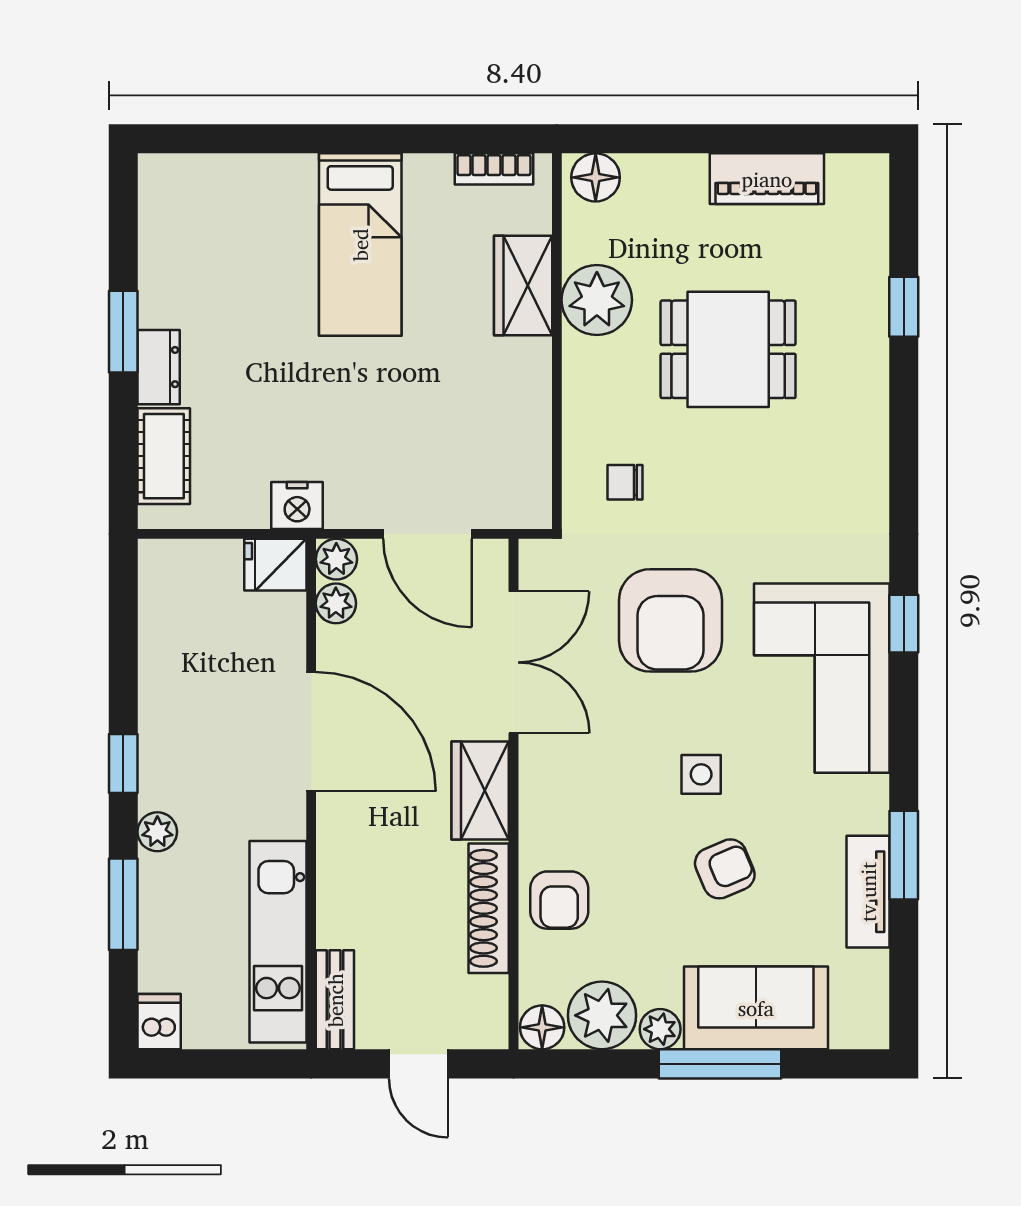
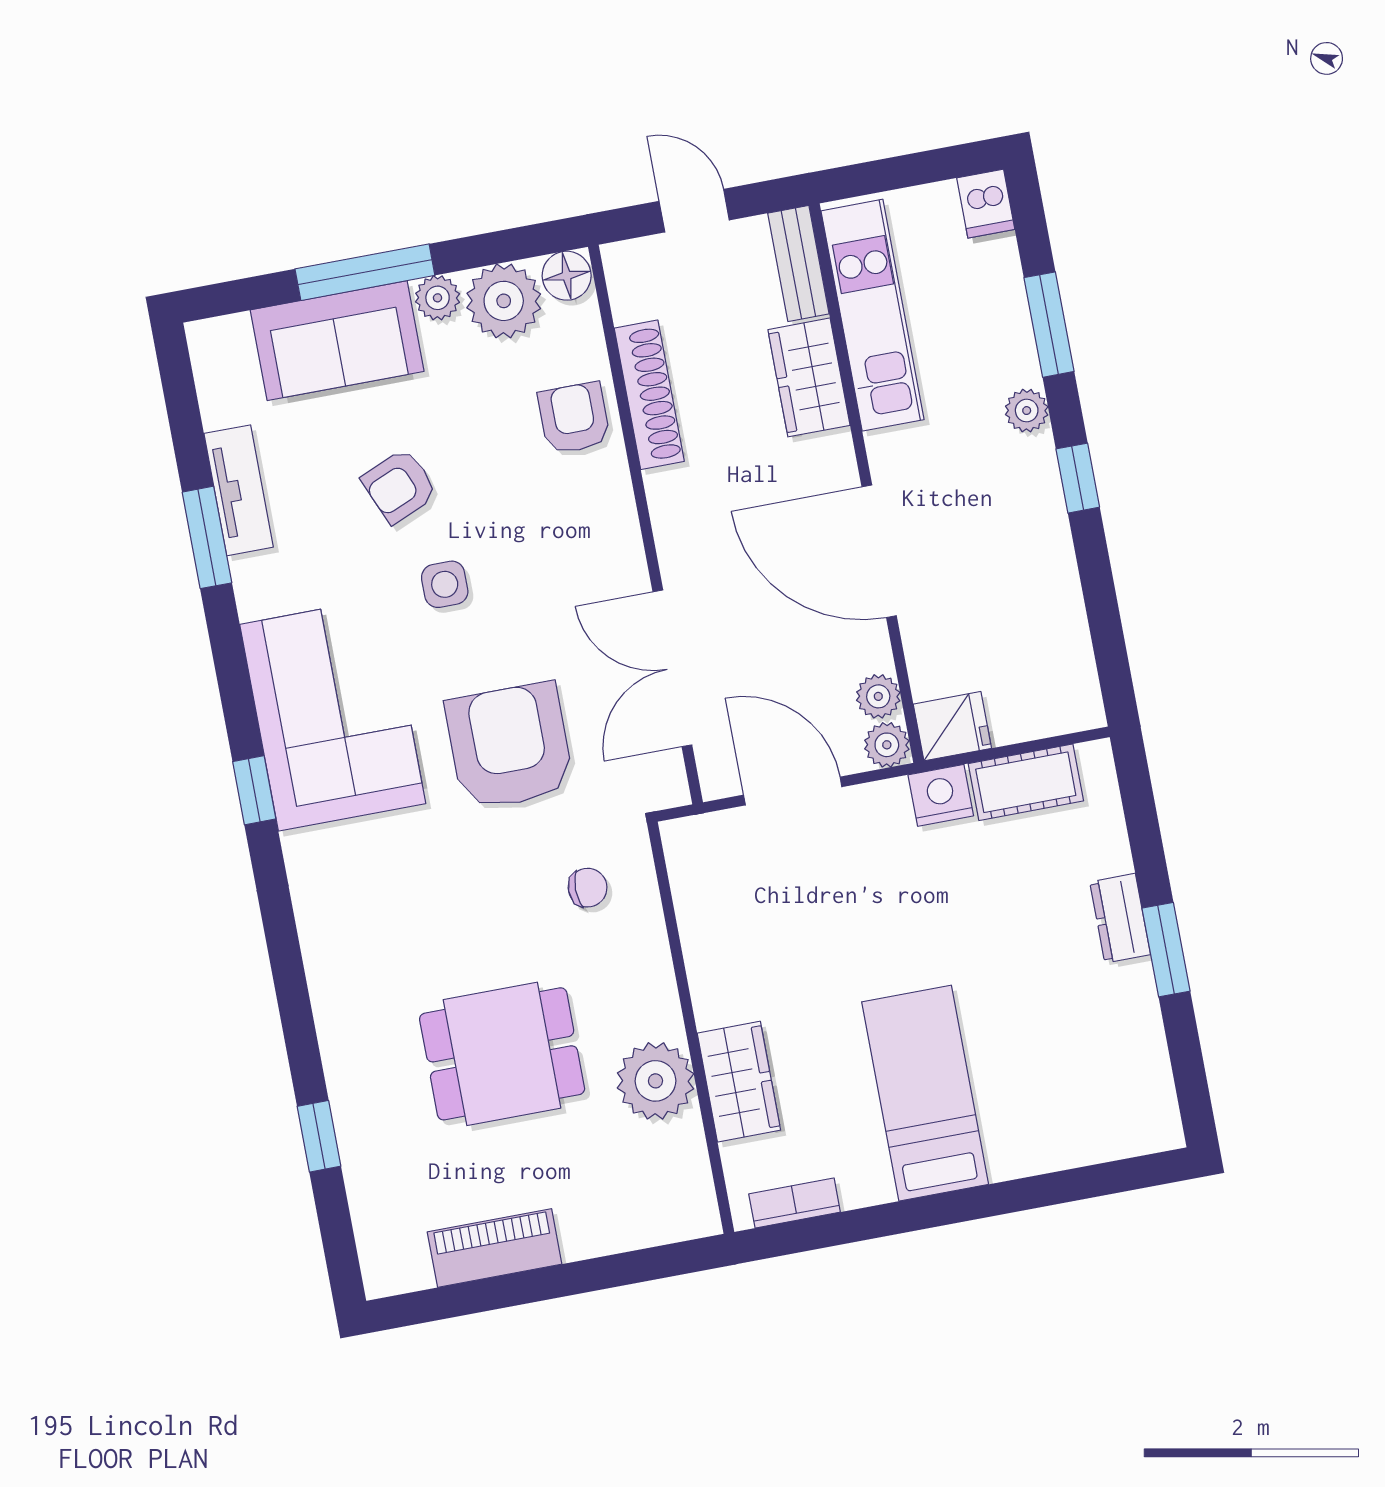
floor lamp: (596, 177) -> (682, 1214), removed
cot: (164, 456) -> (1026, 782), moved, turned 90
wardrobe: (480, 790) -> (809, 377), moved, turned 180

